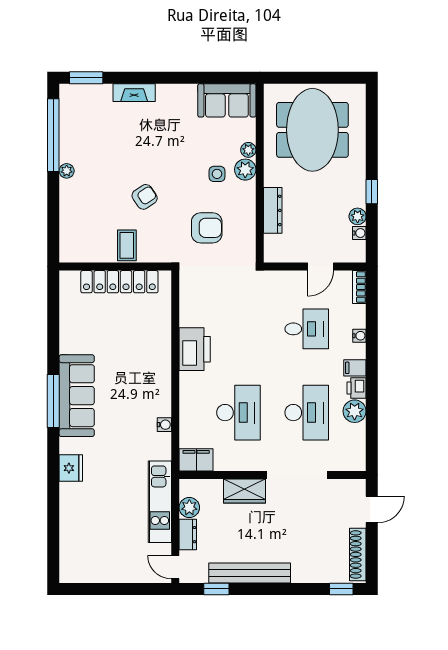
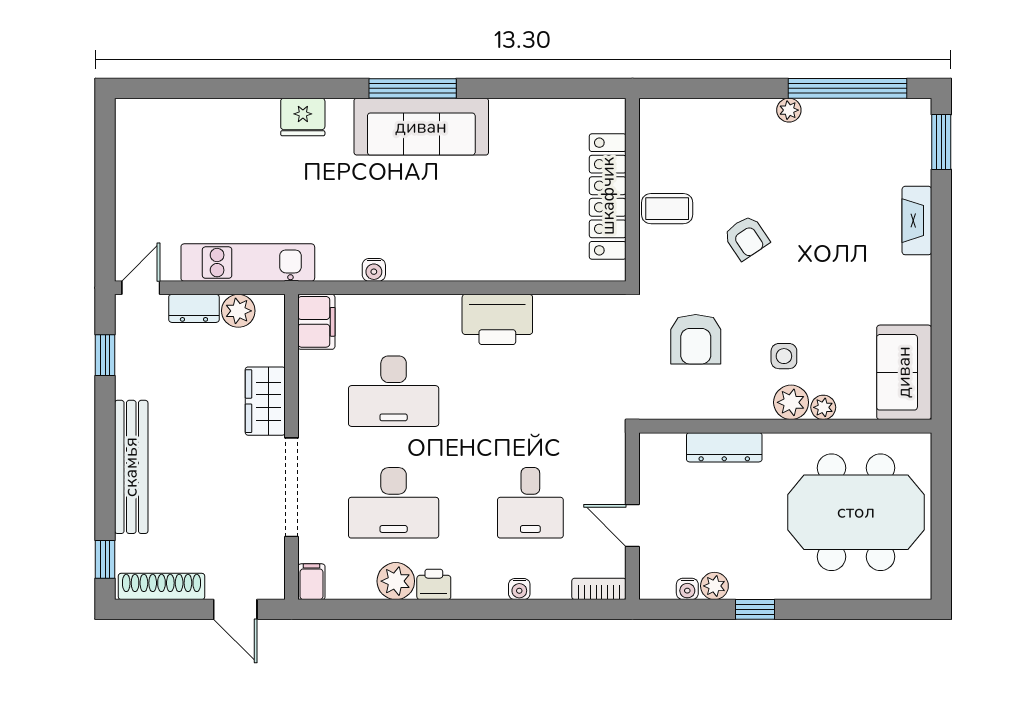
filing cabinet: (355, 368) -> (311, 582), moved
bench: (250, 573) -> (131, 467), moved

